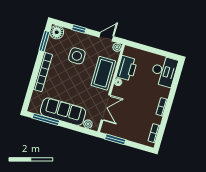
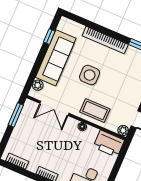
side table: (77, 56) -> (90, 75), moved
printer: (127, 68) -> (109, 144), moved
coffee table: (103, 73) -> (95, 110), width x0.73, depth x0.76
window: (46, 119) -> (49, 37), width x0.46

